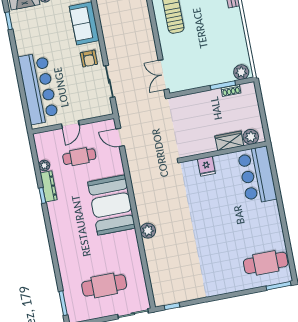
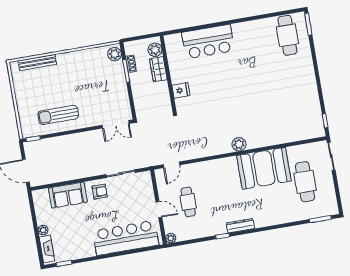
plant: (251, 137) -> (155, 50), moved
wardrobe: (229, 141) -> (158, 69), moved
wall: (224, 152) -> (168, 74), moved
plant: (44, 165) -> (171, 238), moved
fridge: (206, 166) -> (181, 90), moved
dresser: (49, 186) -> (240, 226), moved
booth: (111, 205) -> (264, 168), moved
plant: (148, 231) -> (239, 144), moved

